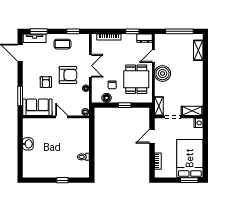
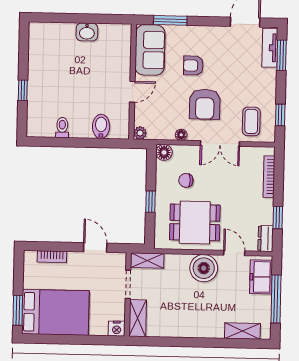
freezer: (167, 40) -> (261, 277), added
coffee table: (62, 44) -> (251, 121), moved
floor lamp: (107, 98) -> (164, 152), moved
bidet: (82, 134) -> (101, 126), added

